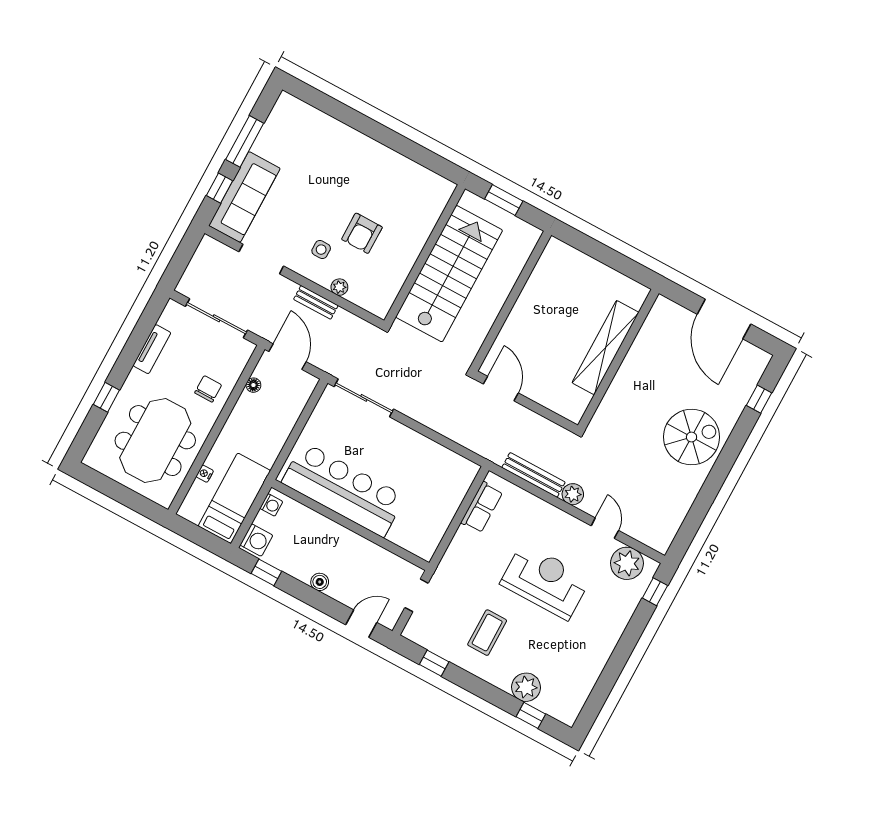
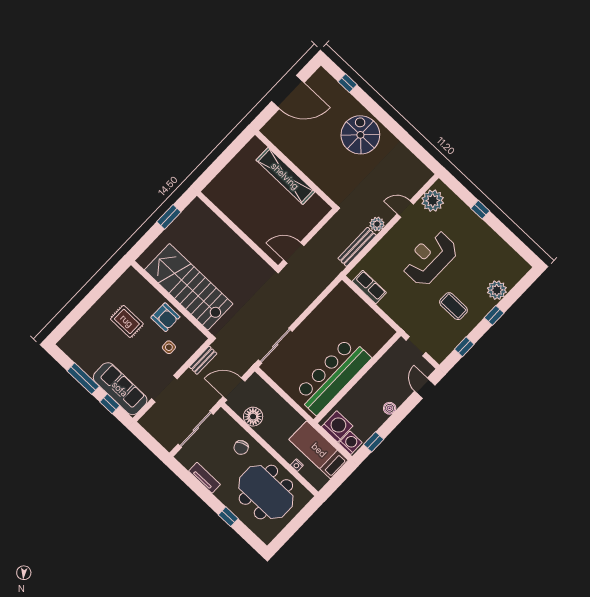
rug: (341, 181) -> (127, 321), added
wall: (425, 255) -> (172, 300), moved
stairs: (449, 274) -> (189, 287), moved
plant: (339, 287) -> (197, 342), removed
floor lamp: (253, 385) -> (253, 417), width x1.89, depth x1.89
chair: (208, 389) -> (241, 448), turned -113
washing machine: (271, 505) -> (337, 426), width x1.89, depth x1.89
window: (655, 592) -> (480, 210), moved
window: (531, 715) -> (494, 315), moved

